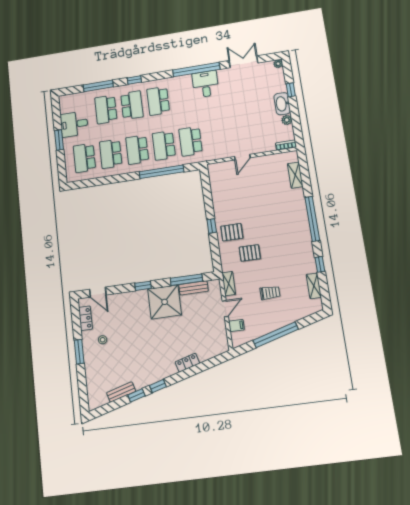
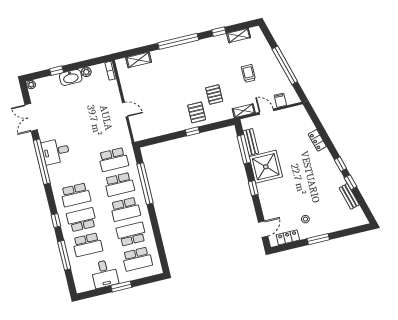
school desk: (111, 154) -> (131, 234), turned 180

